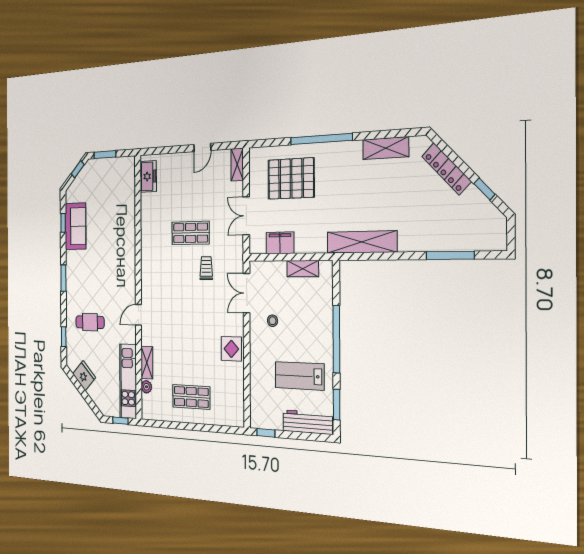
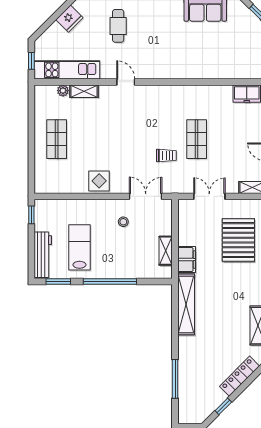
filing cabinet: (280, 243) -> (187, 259), moved

